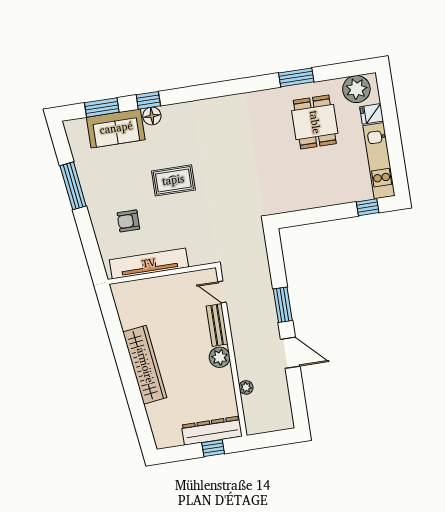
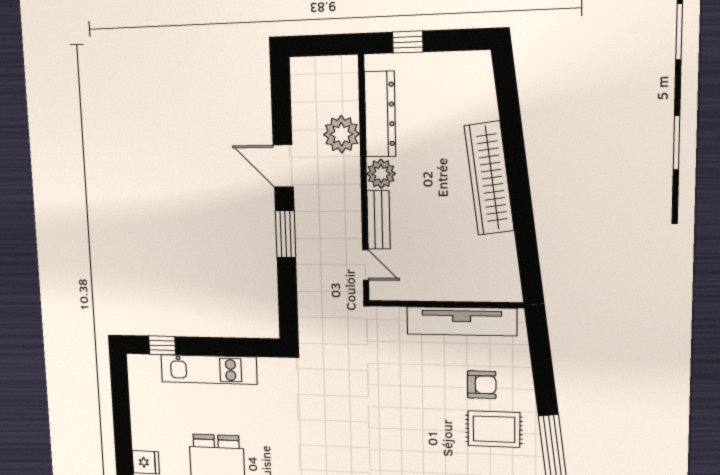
kitchen unit: (379, 161) -> (209, 369), moved, turned 90
rug: (173, 180) -> (494, 429), moved
plant: (246, 387) -> (341, 134), width x1.88, depth x1.88
dresser: (212, 431) -> (380, 114), moved, turned -90

